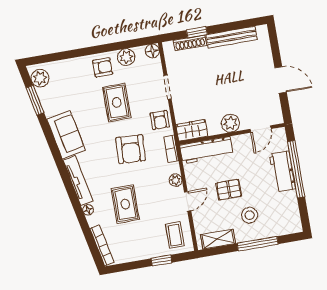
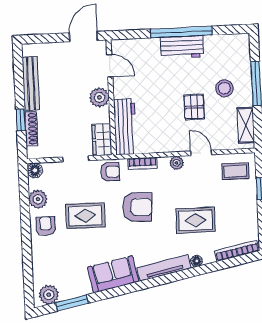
plant: (230, 123) -> (99, 97), moved
door: (261, 129) -> (110, 66), moved
wardrobe: (192, 130) -> (102, 140), moved
wall: (232, 134) -> (111, 97), moved
workbench: (207, 150) -> (125, 127), moved

